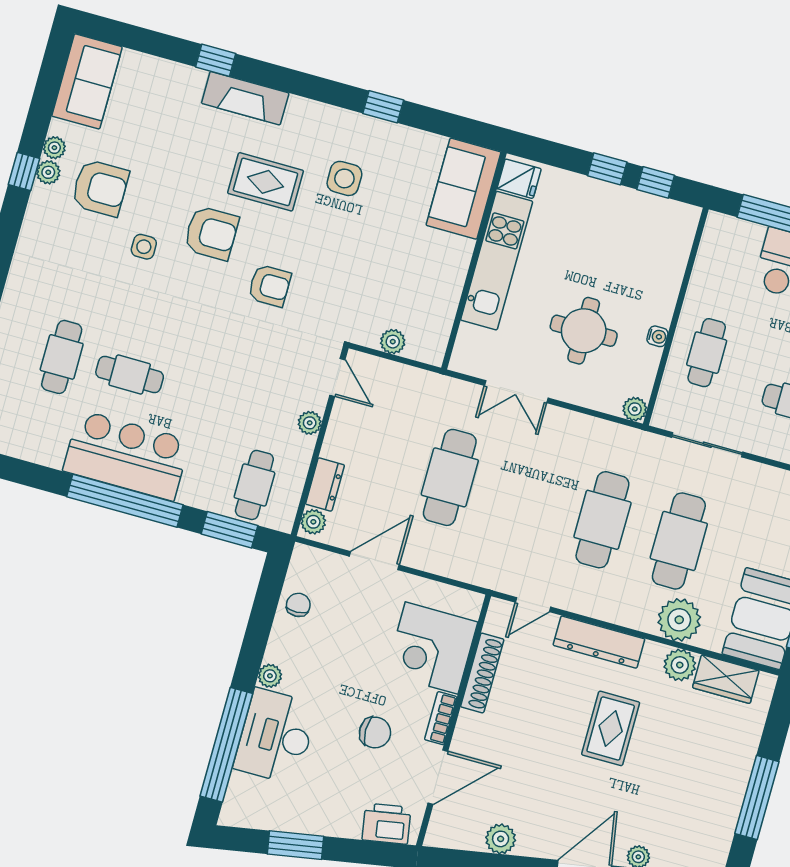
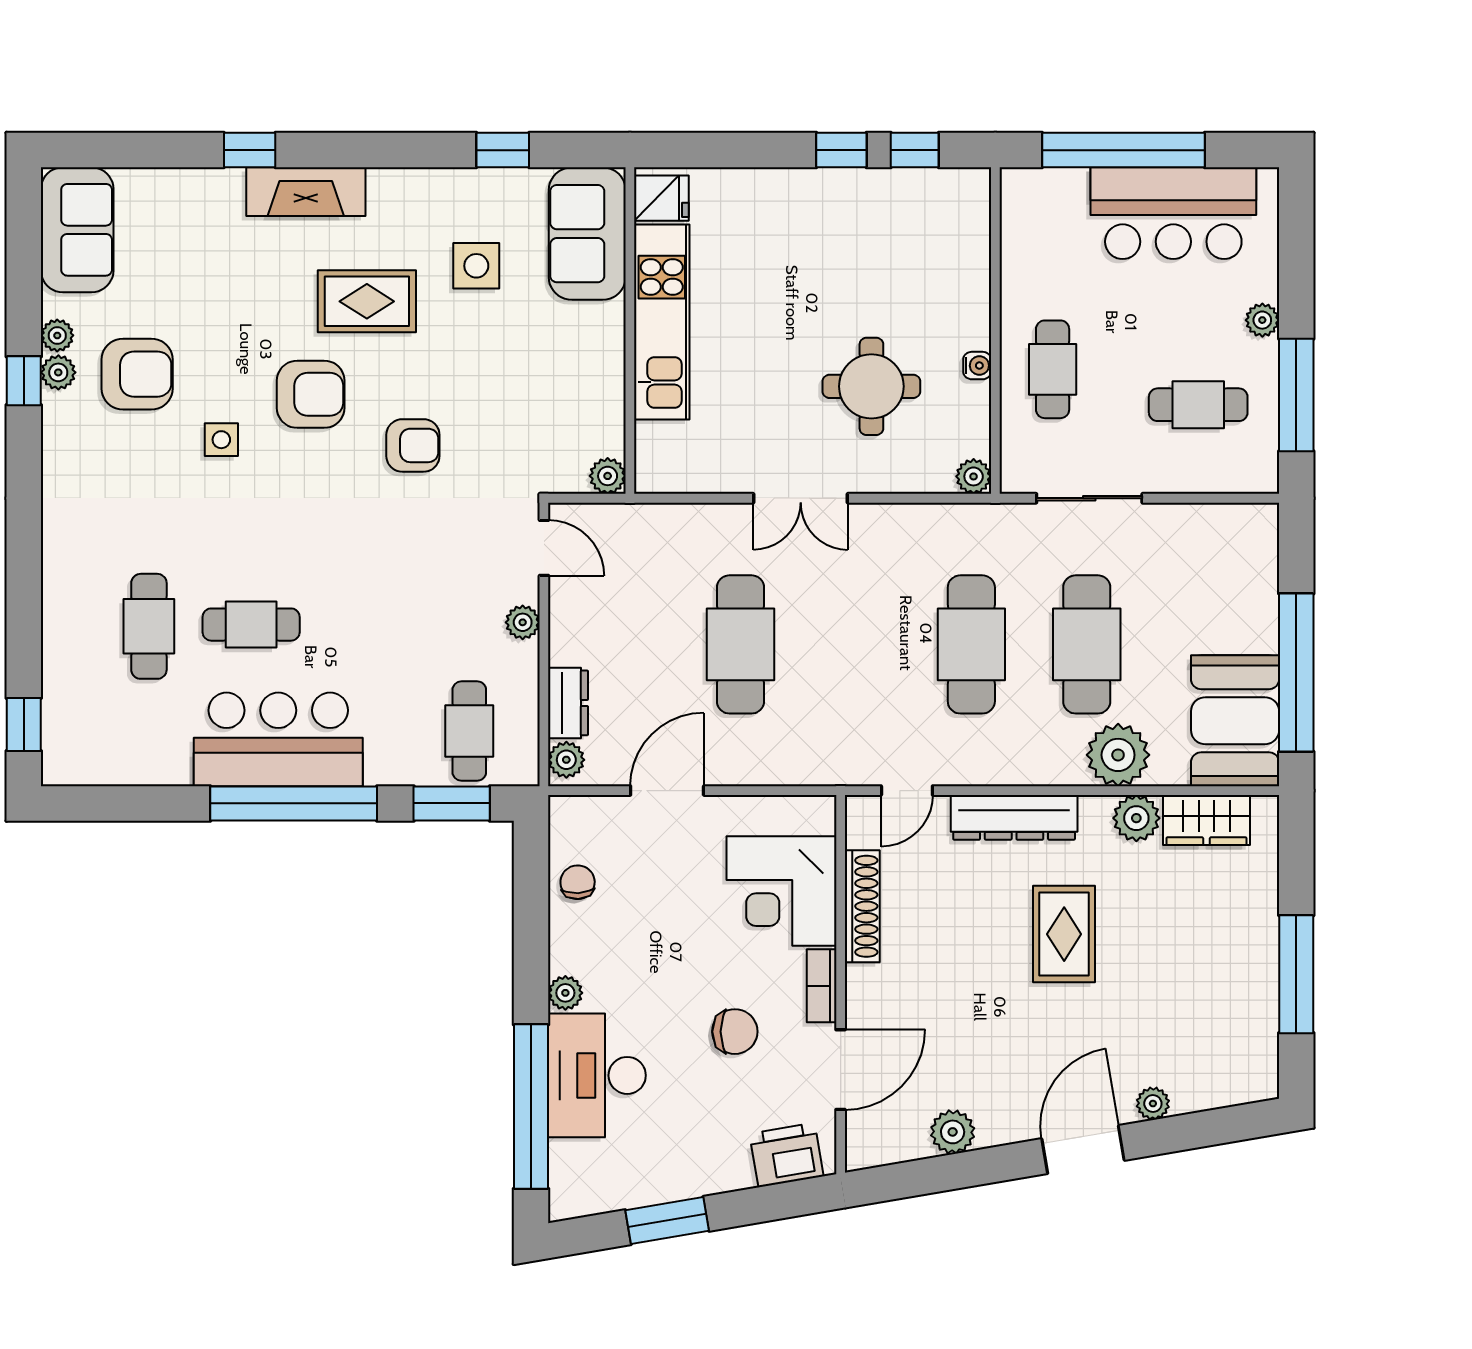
fridge: (519, 179) -> (661, 198), moved
sofa: (464, 189) -> (587, 234), moved
wall: (474, 261) -> (630, 331), moved
kitchen unit: (497, 261) -> (662, 322), moved

